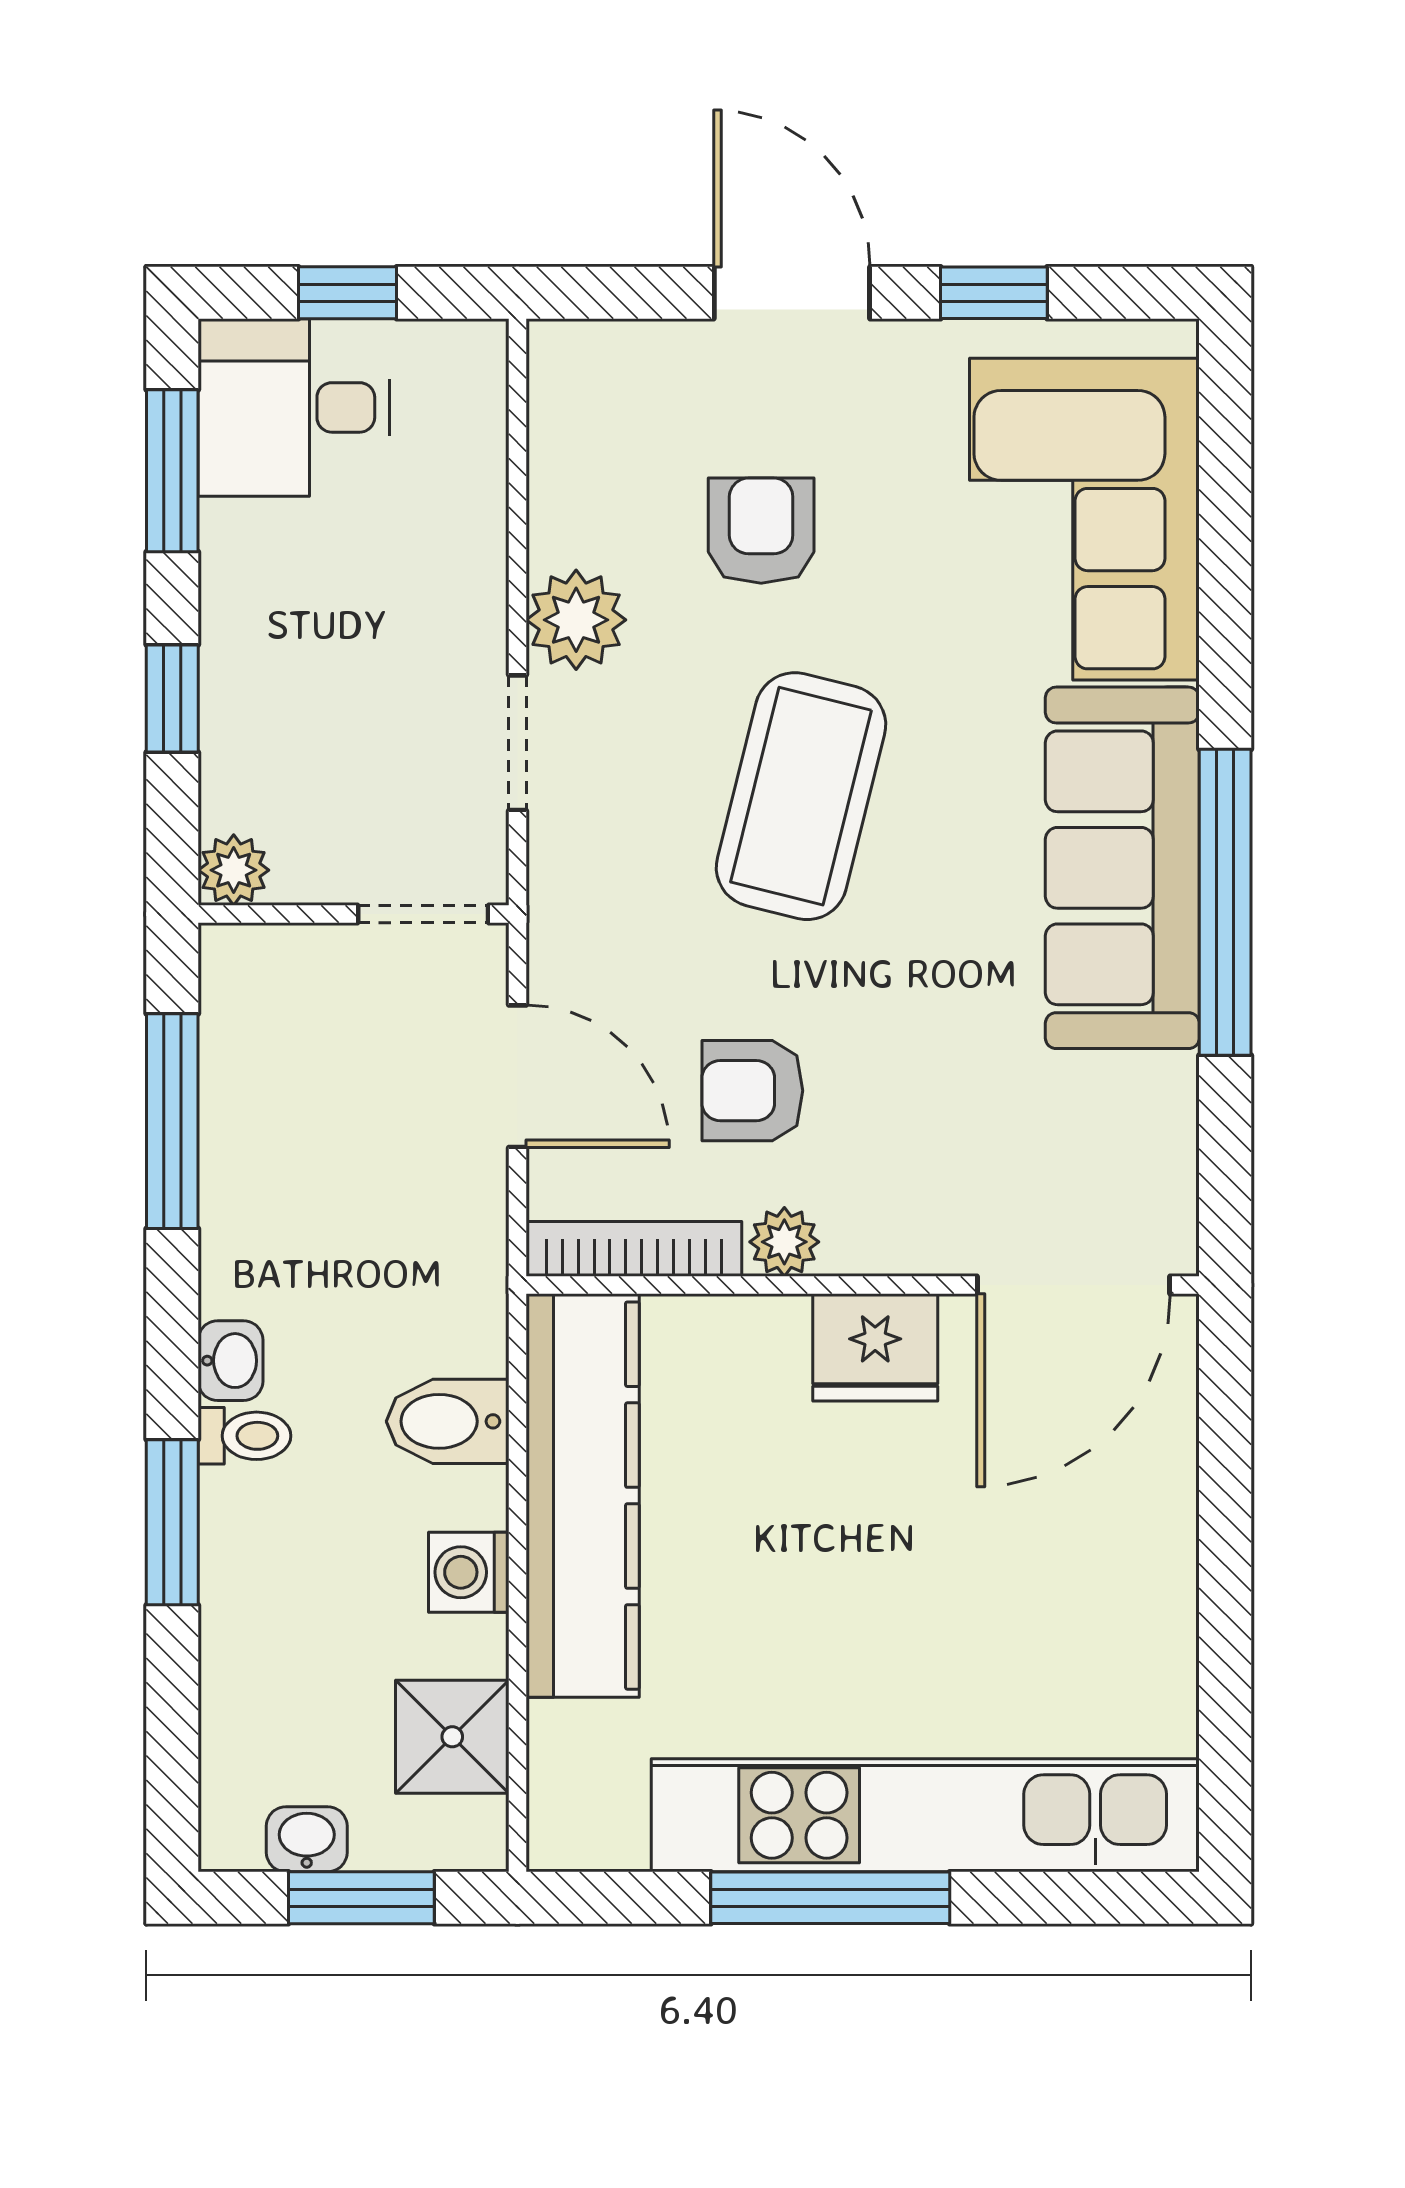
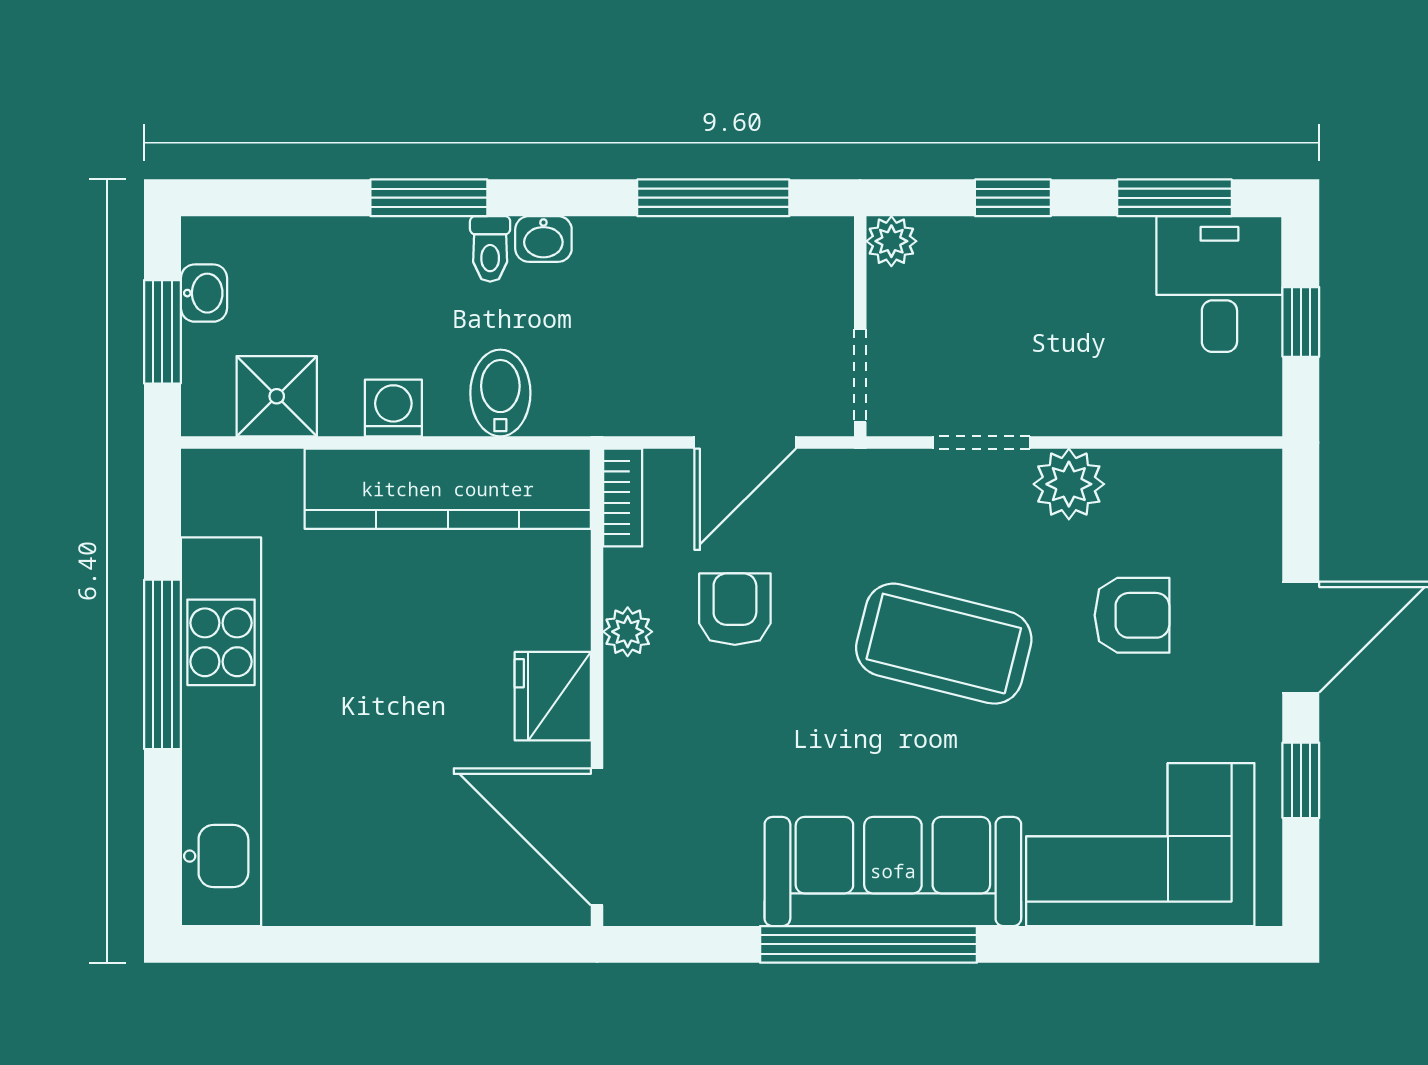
bookcase: (634, 1249) -> (623, 498), width x0.64

